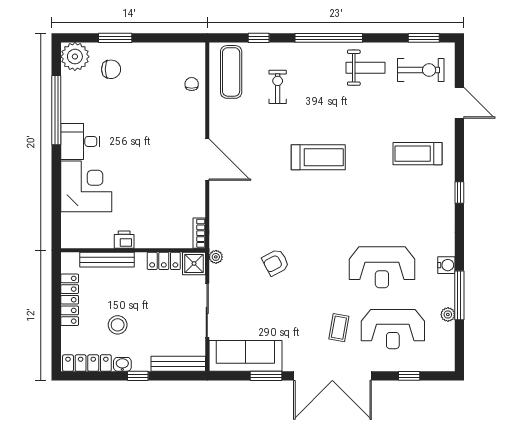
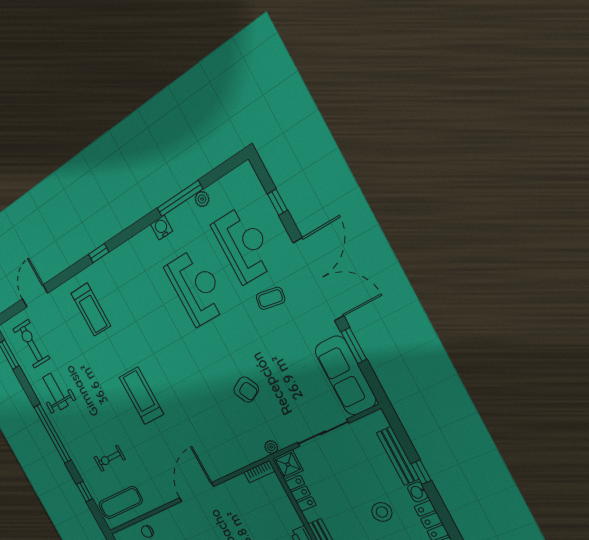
bench: (178, 364) -> (398, 456), moved

